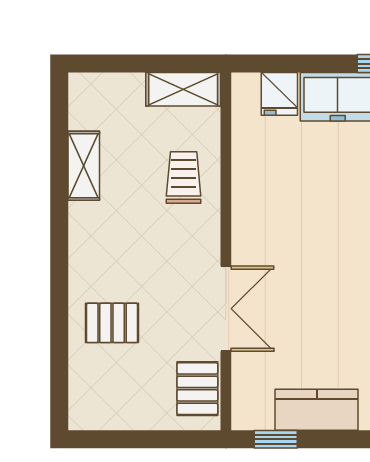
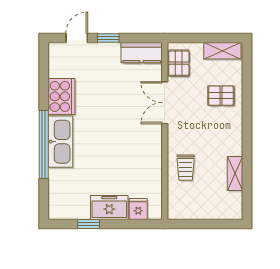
shelving: (183, 89) -> (222, 51), moved
kitchen counter: (317, 410) -> (142, 53), moved
window: (276, 439) -> (108, 38), moved

